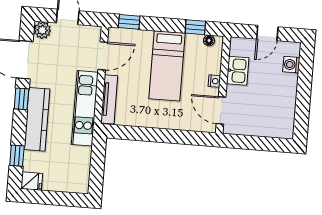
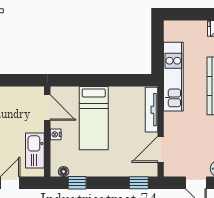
bed: (167, 66) -> (94, 118), moved, turned 180
kitchen sink: (238, 71) -> (35, 151), width x1.38
kitchen unit: (85, 108) -> (173, 77), moved

